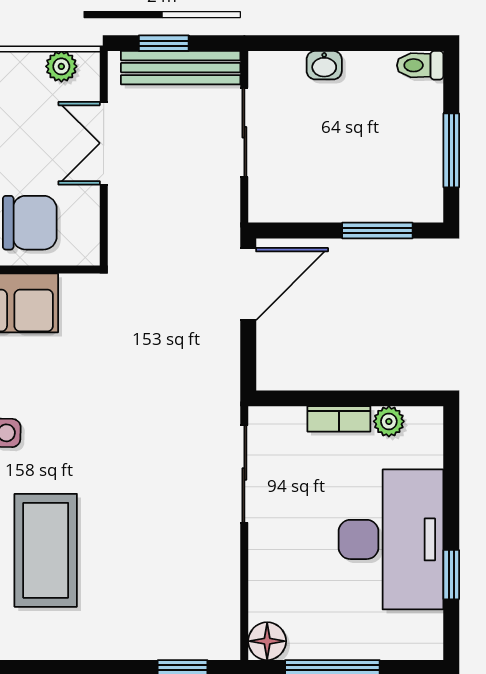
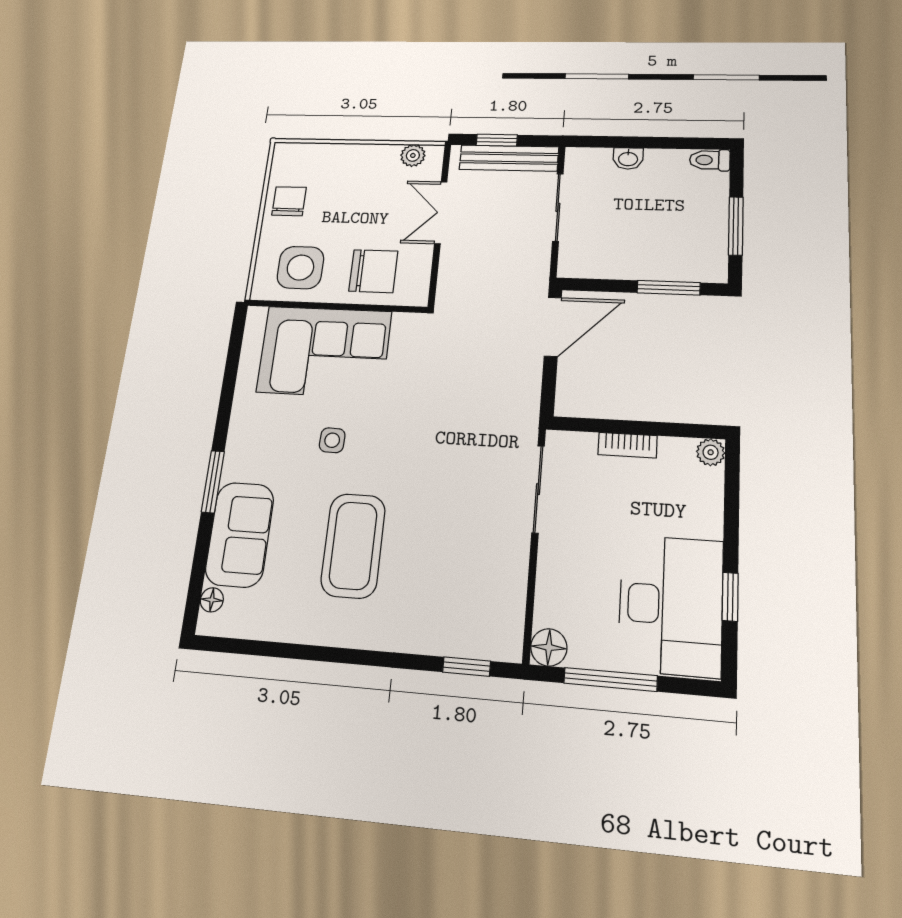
plant: (389, 421) -> (711, 452), moved
desk: (391, 539) -> (671, 605), moved

